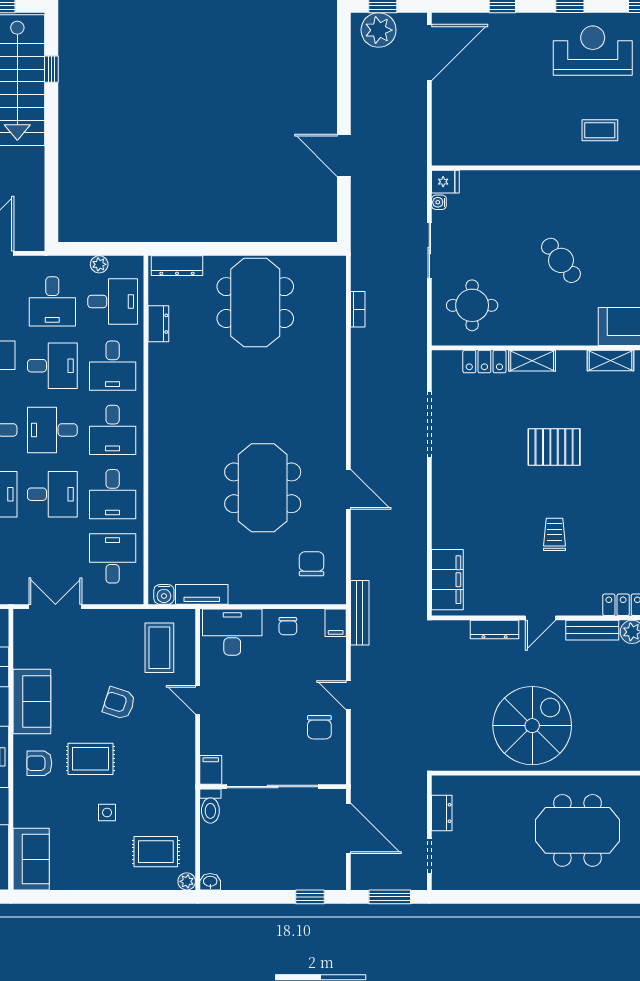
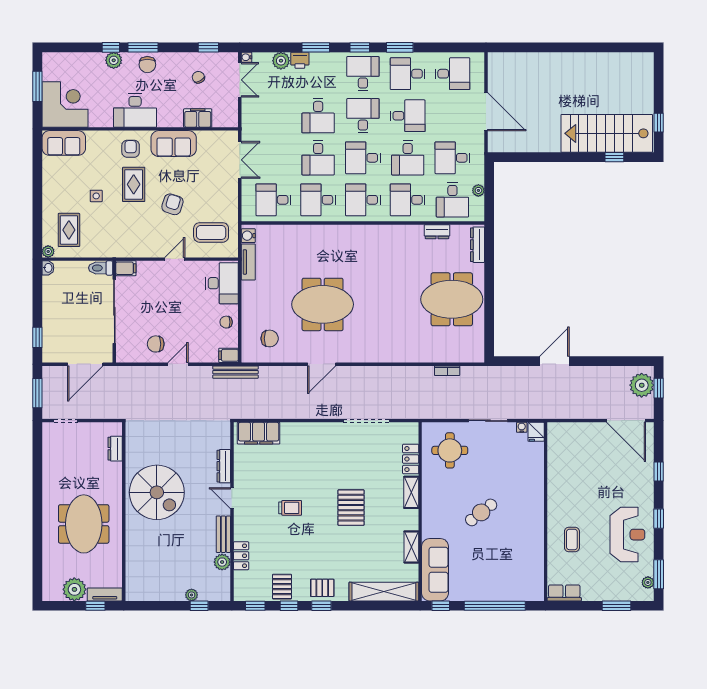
desk: (52, 430) -> (363, 158), turned -90
desk: (113, 558) -> (273, 200), turned 180
dresser: (442, 813) -> (115, 449), moved, turned 90

